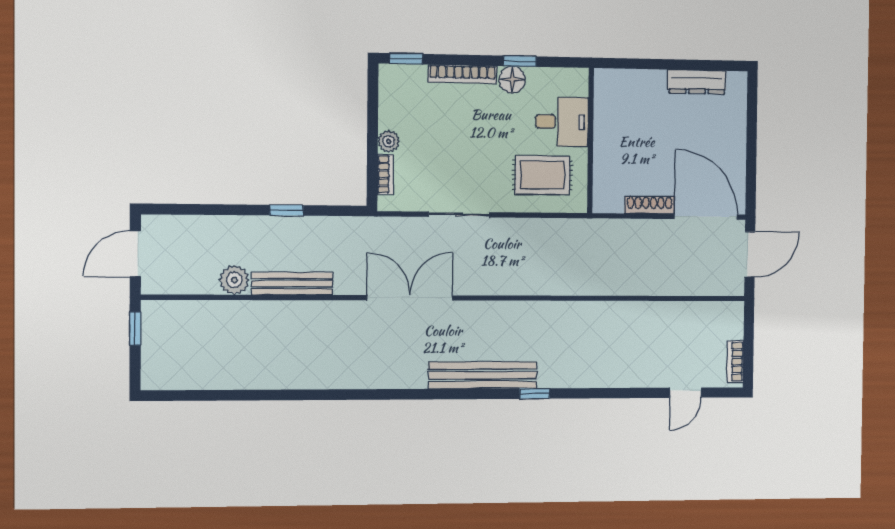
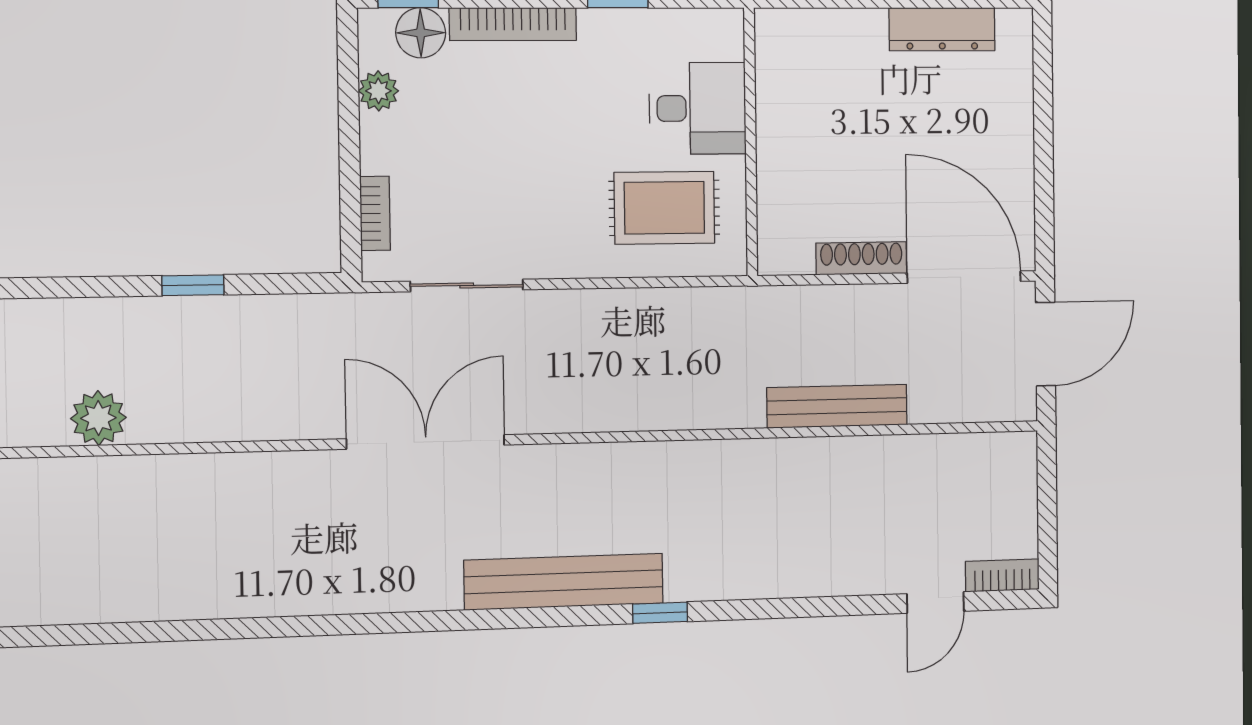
floor lamp: (512, 80) -> (421, 33), moved
plant: (389, 141) -> (378, 91), moved
sliding door: (459, 214) -> (467, 286), moved
bench: (292, 284) -> (837, 406), moved
bookcase: (735, 362) -> (1002, 575), moved, turned 90

